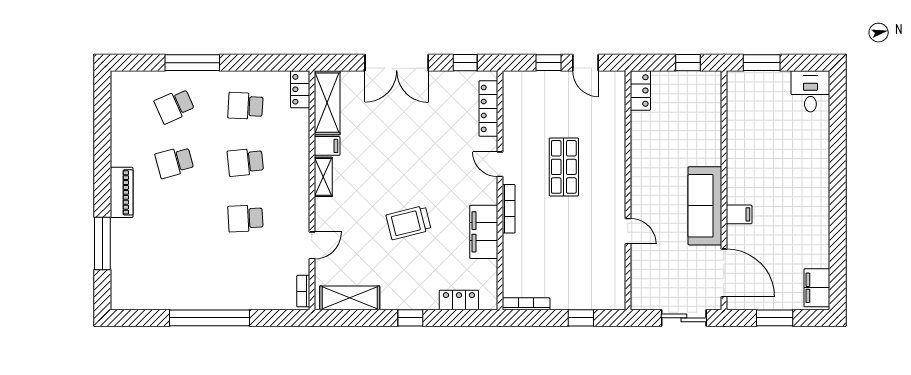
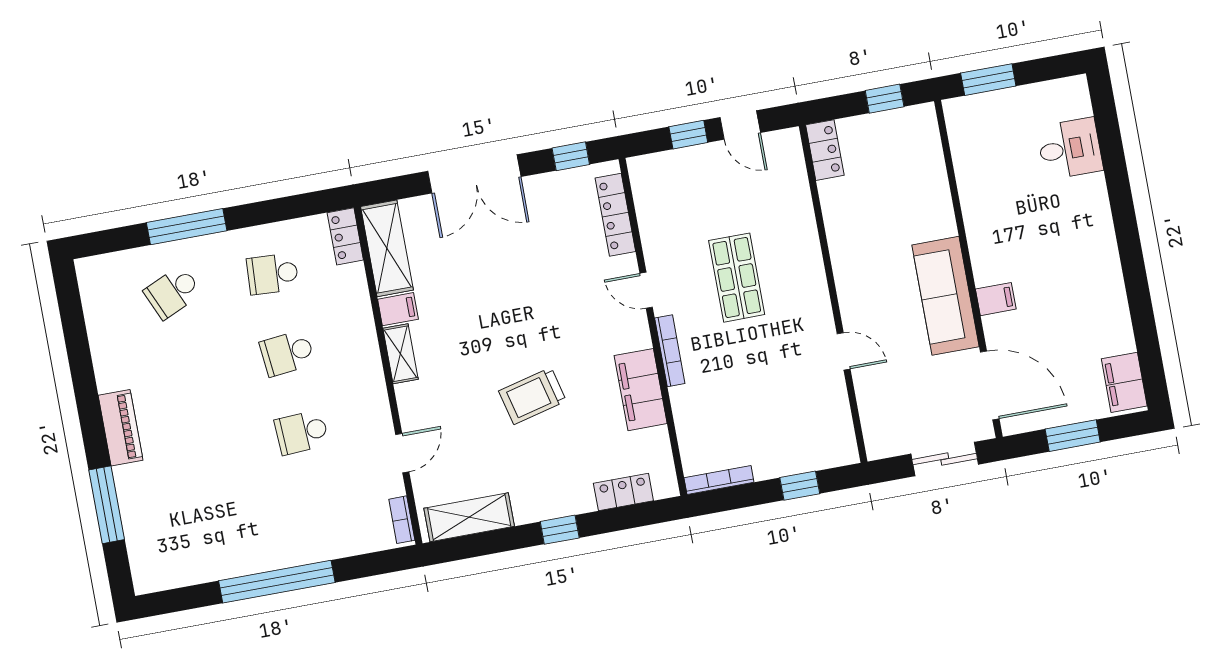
desk: (810, 91) -> (1070, 149), moved, turned 90
school desk: (174, 162) -> (187, 371), removed

